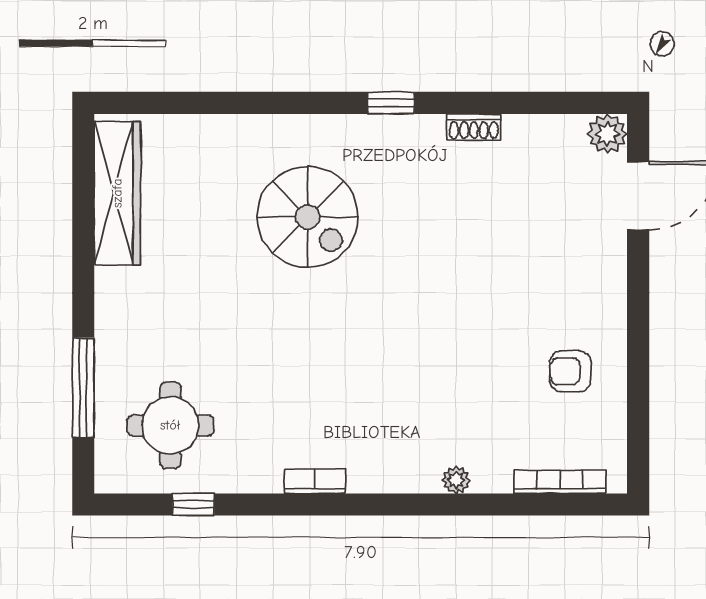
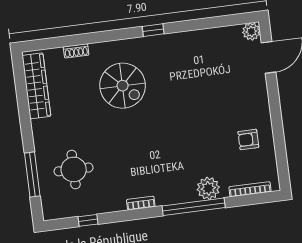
shoe rack: (474, 127) -> (76, 51), moved
round table: (170, 425) -> (74, 169), moved
plant: (456, 480) -> (208, 188), width x1.88, depth x1.88
window: (430, 505) -> (194, 207), added

